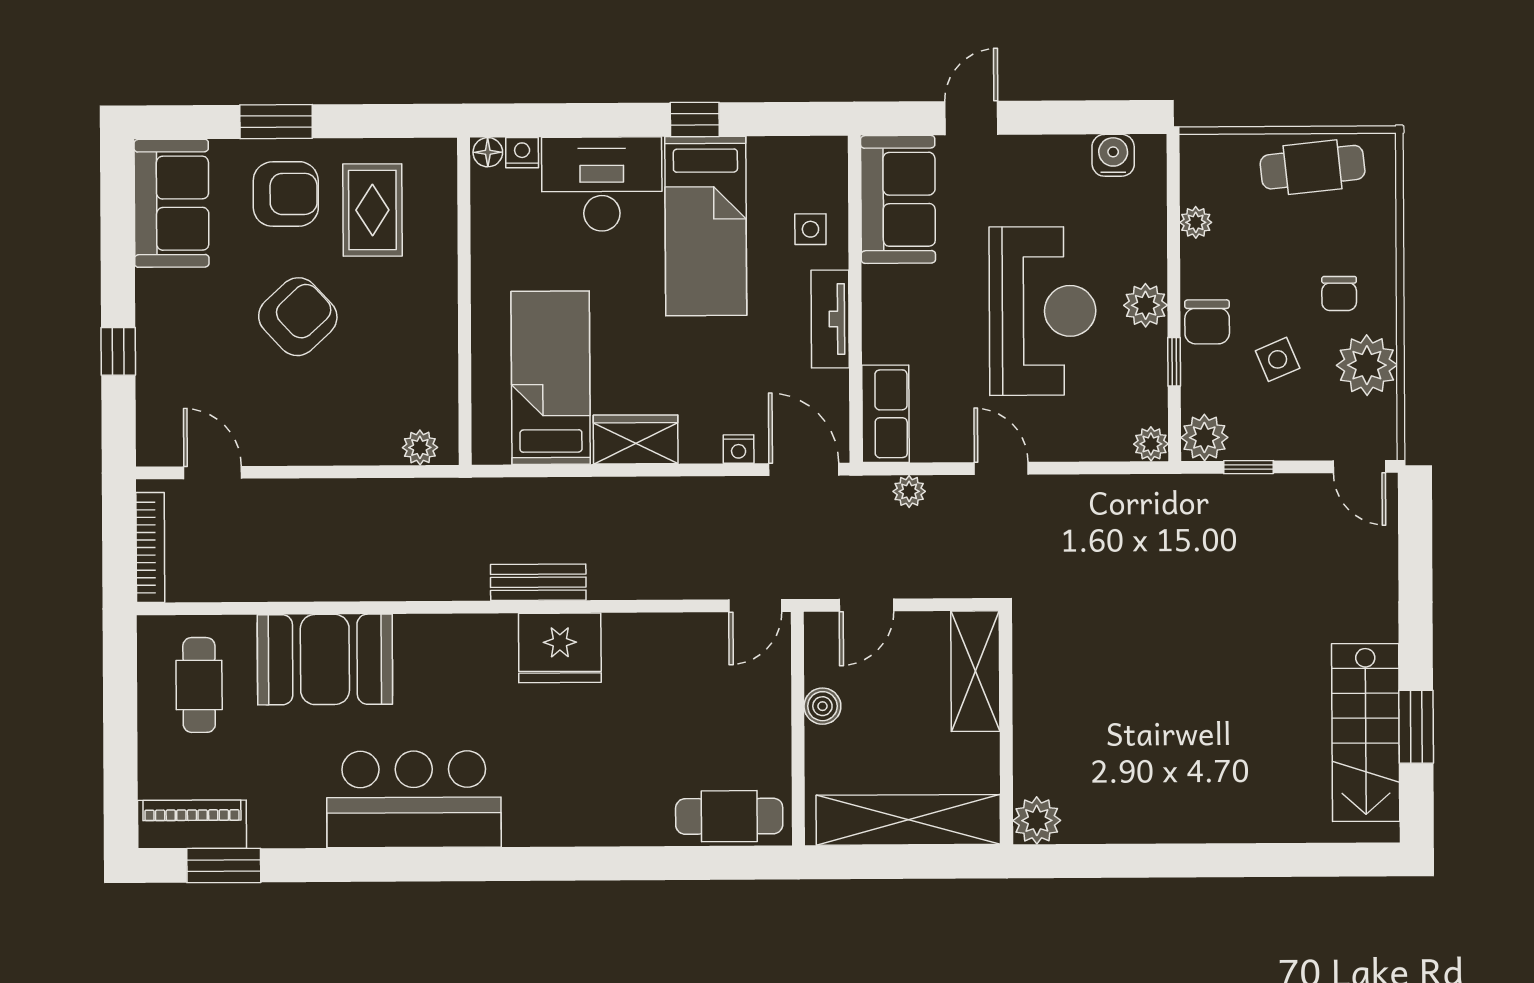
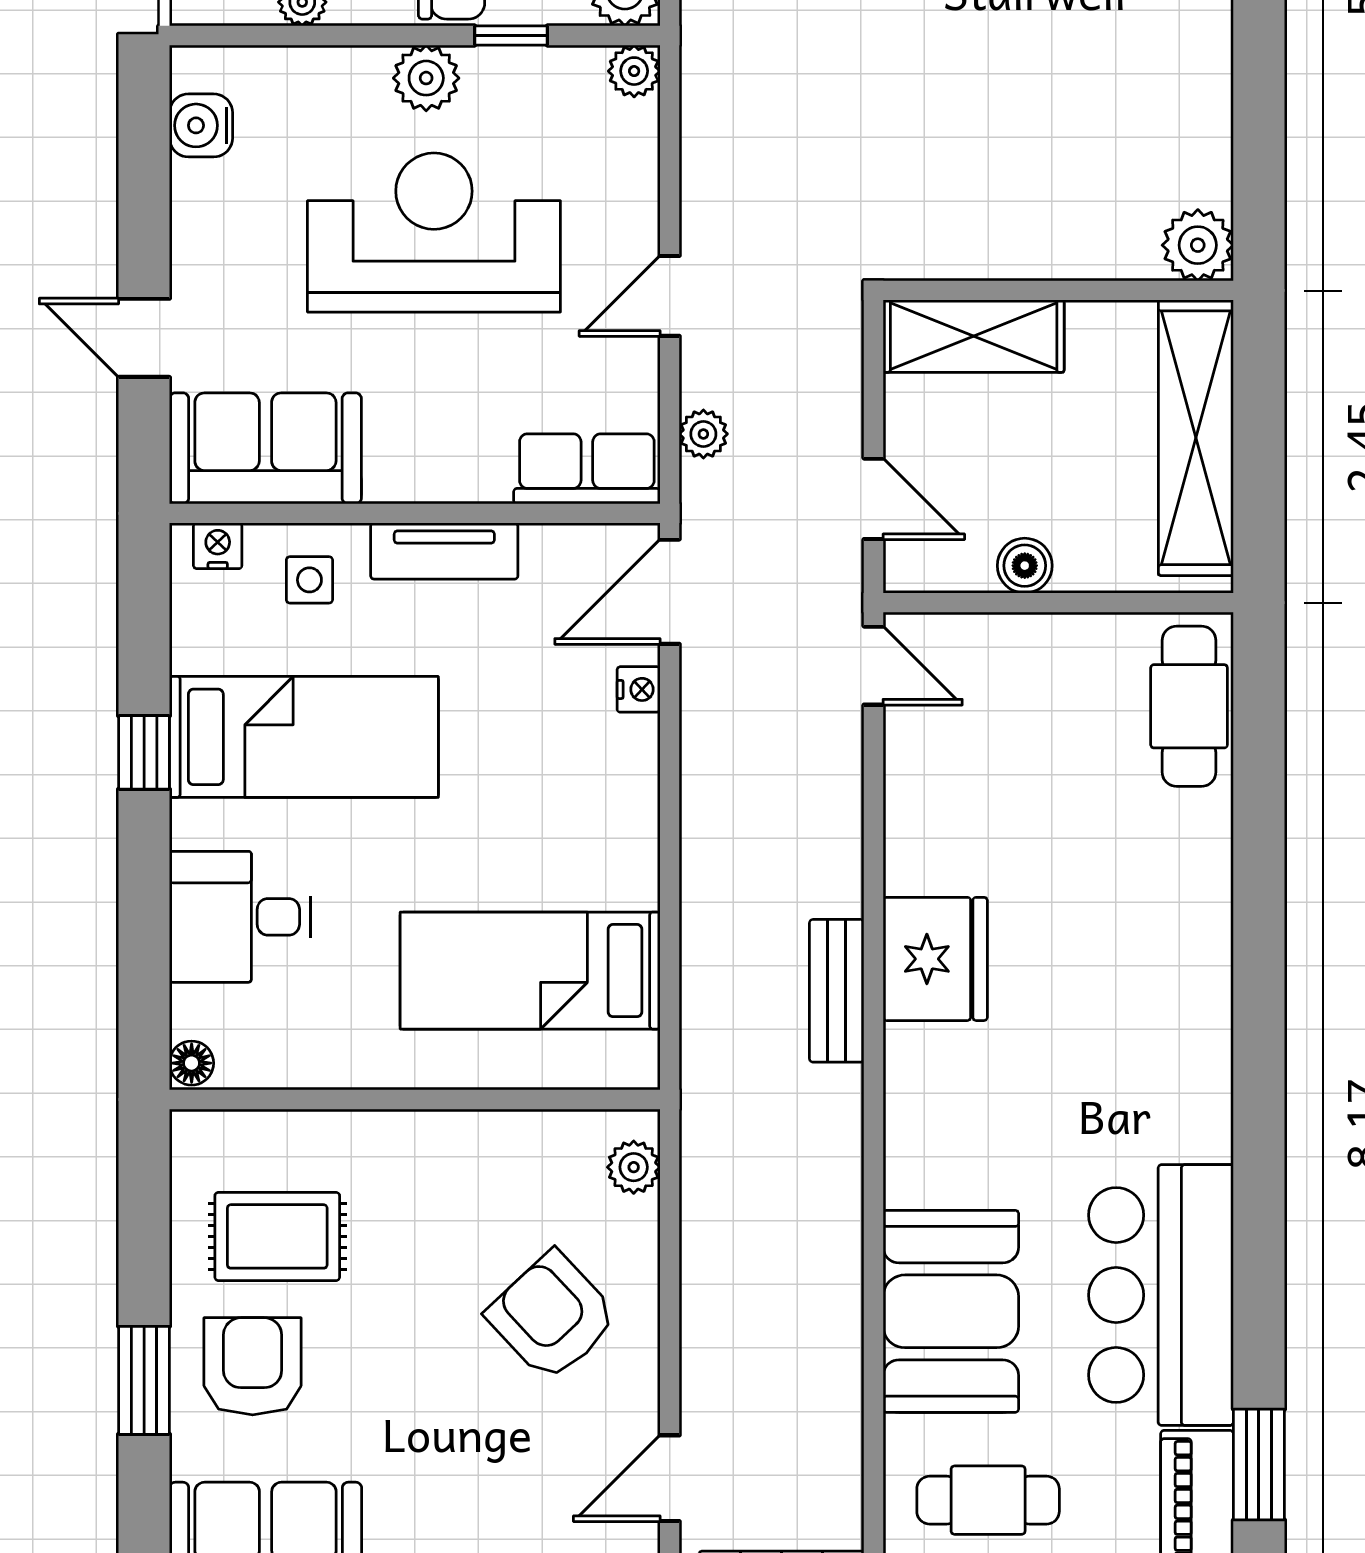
nightstand: (522, 153) -> (218, 546), moved, turned 90
desk: (602, 184) -> (240, 917), width x0.73
armchair: (298, 317) -> (552, 1316), moved
wardrobe: (636, 439) -> (623, 844), removed
bar counter: (414, 799) -> (1161, 1295), moved

